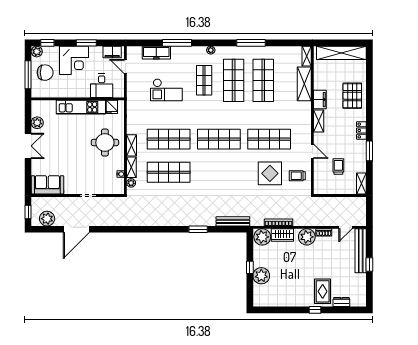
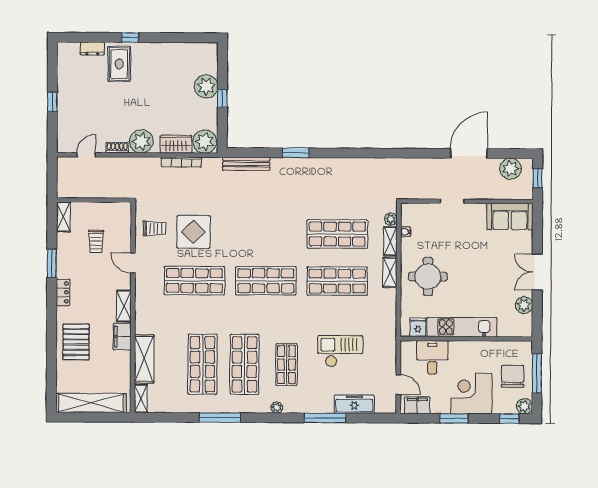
chair: (45, 73) -> (513, 376), turned 90
bench: (361, 251) -> (65, 121), removed

